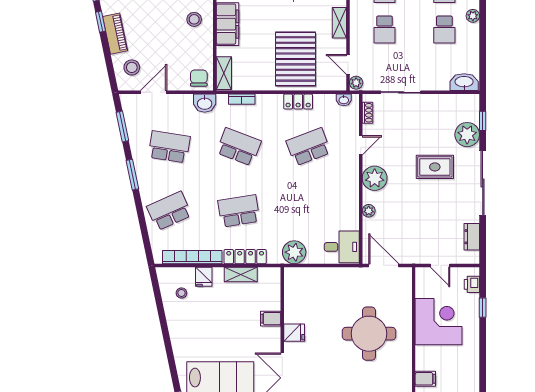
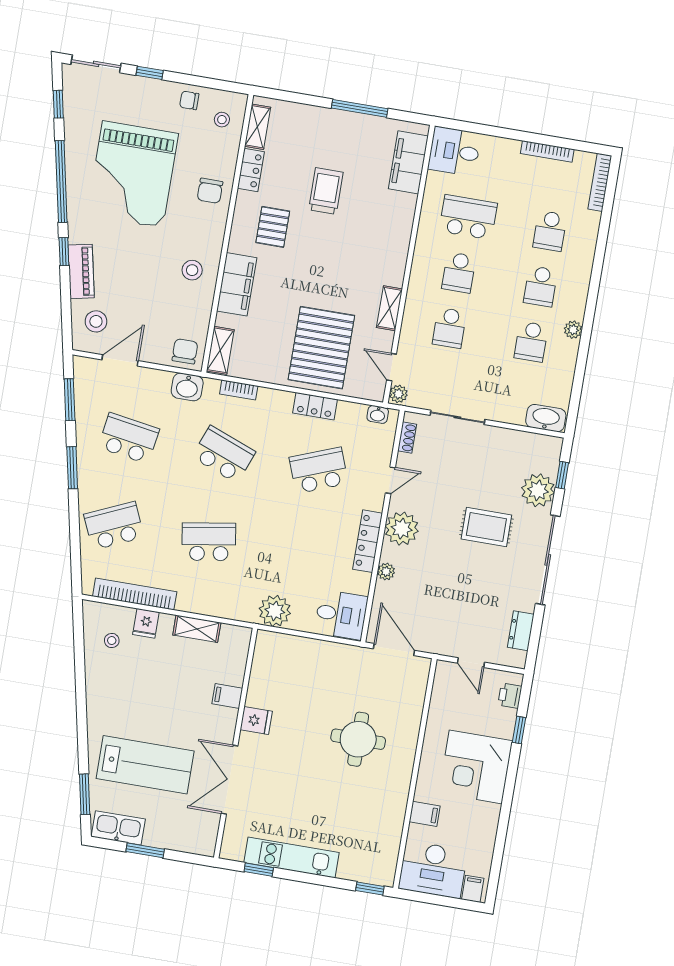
locker: (245, 257) -> (368, 541), moved, turned -90
corner desk: (438, 322) -> (476, 767), moved, turned 180
round table: (369, 334) -> (358, 739), width x0.73, depth x0.73

